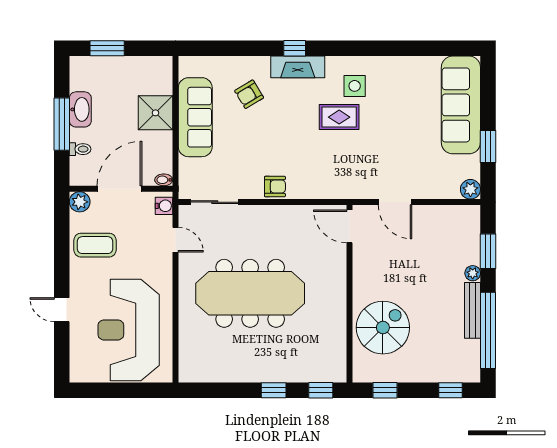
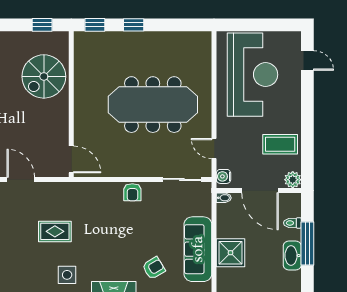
rug: (339, 117) -> (55, 231), moved
armchair: (275, 187) -> (132, 192), turned -90
door: (120, 189) -> (260, 190), hinge flipped
door: (395, 202) -> (21, 179), moved
door: (62, 310) -> (307, 60), moved

